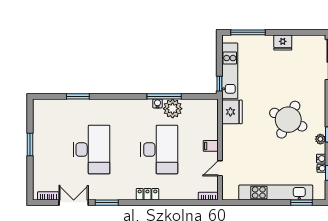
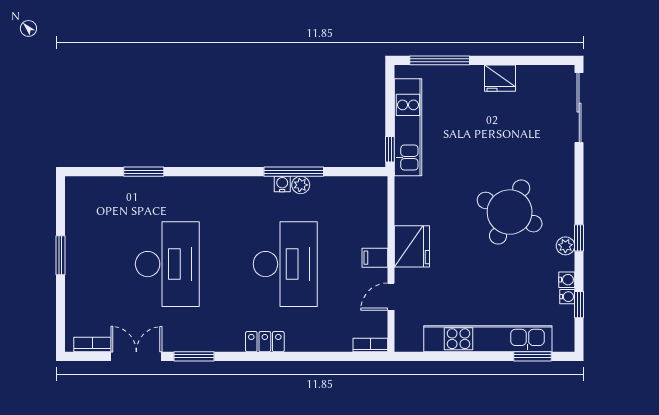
plant: (173, 109) -> (301, 185), width x0.53, depth x0.53
fridge: (232, 112) -> (412, 246), moved

